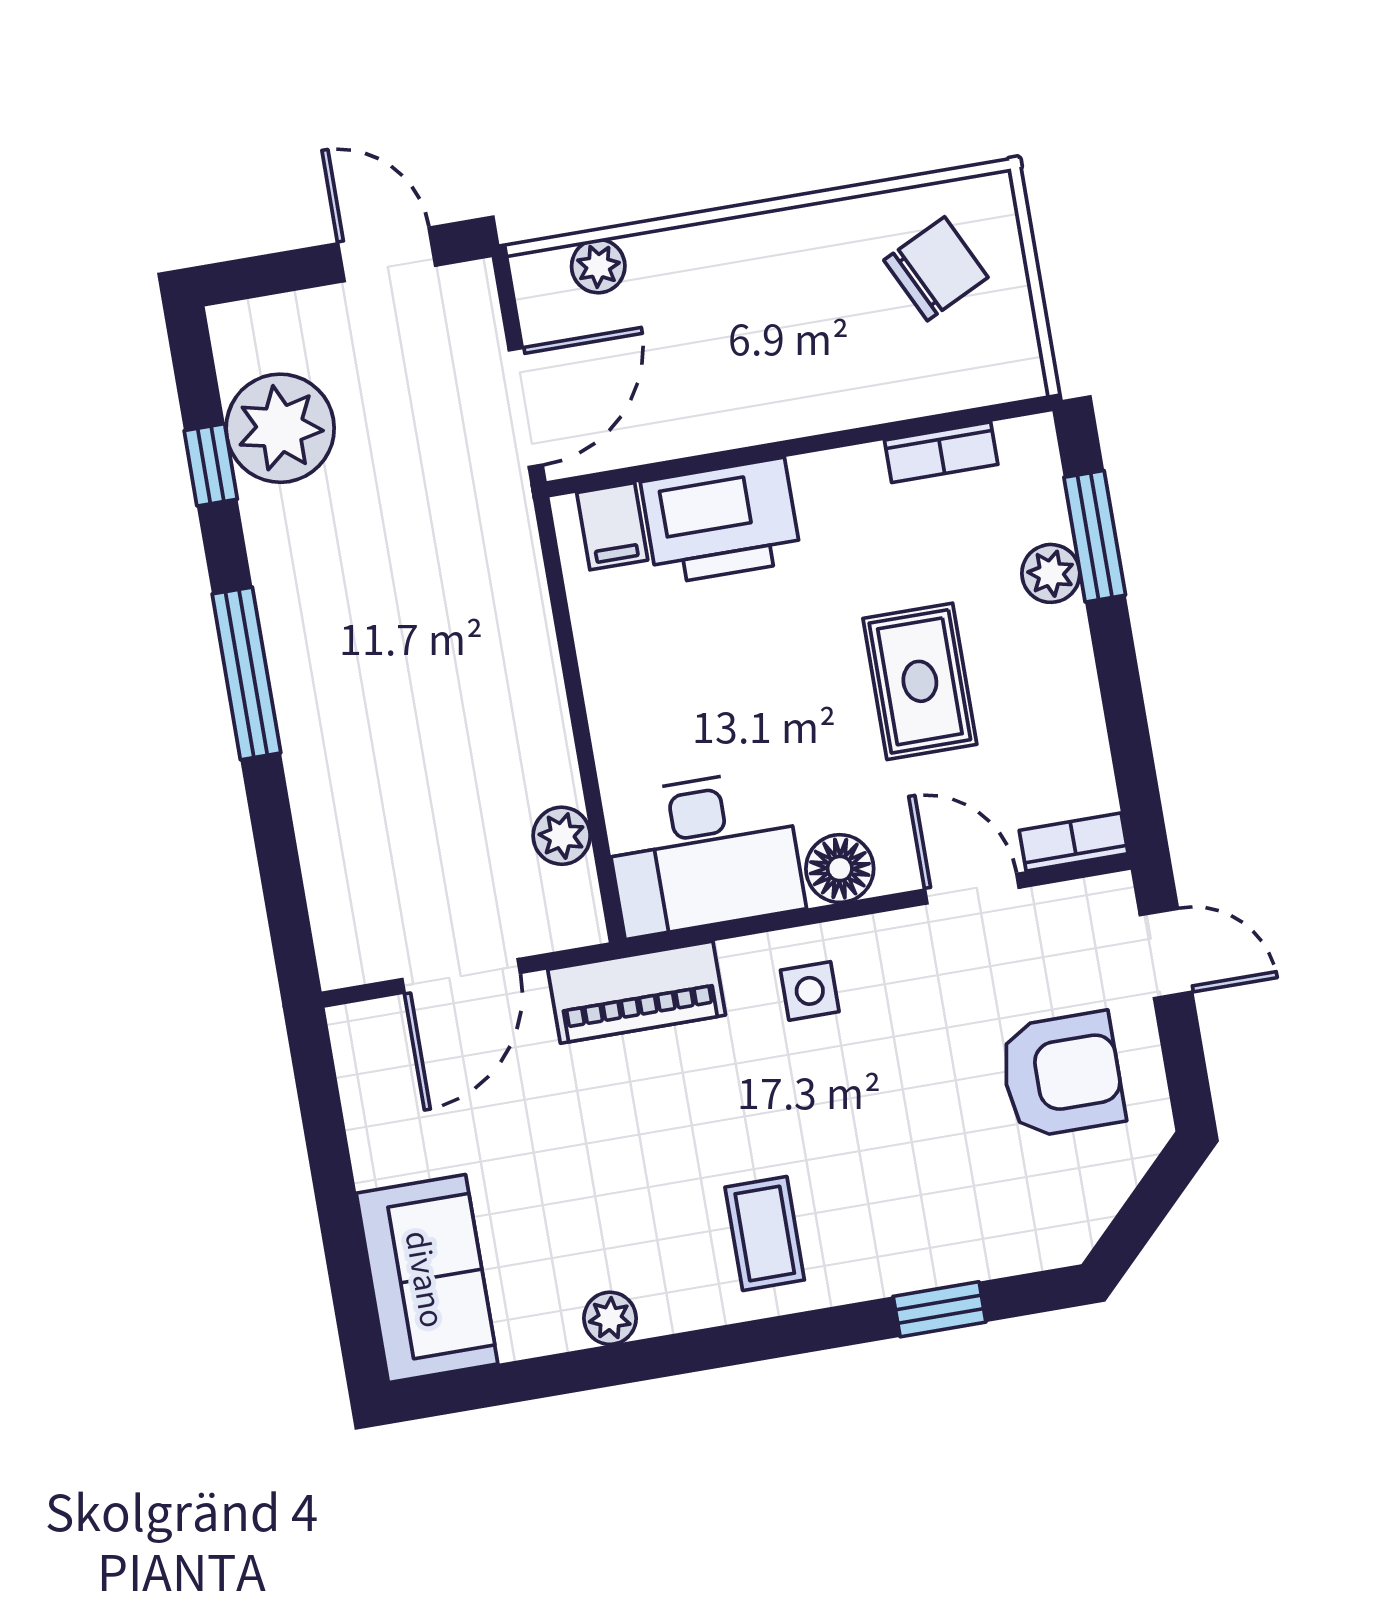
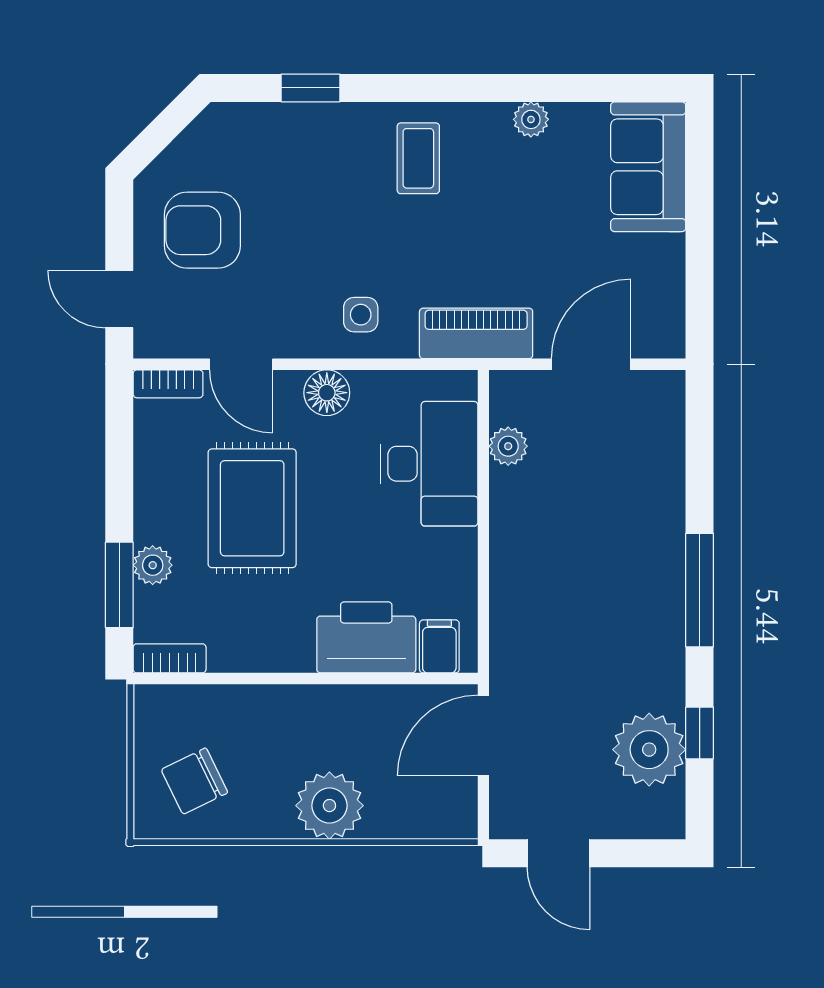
plant: (598, 266) -> (329, 806), moved, width x1.87, depth x1.87
bookcase: (941, 452) -> (170, 658), moved
rug: (920, 681) -> (252, 508), width x1.36, depth x1.43
desk: (704, 853) -> (429, 464), moved, turned 90

